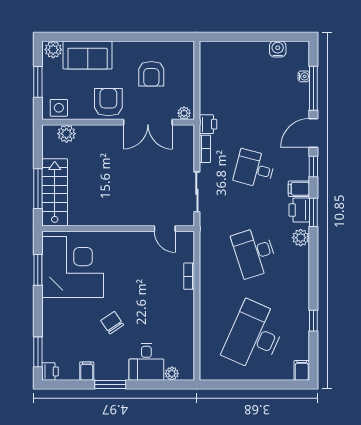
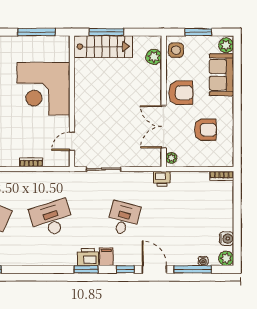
armchair: (151, 74) -> (205, 130), turned 180
bookcase: (205, 149) -> (222, 176), moved
plant: (301, 238) -> (226, 258), moved
corner desk: (73, 267) -> (43, 89), moved, turned 90
window: (38, 270) -> (36, 32), width x1.44

